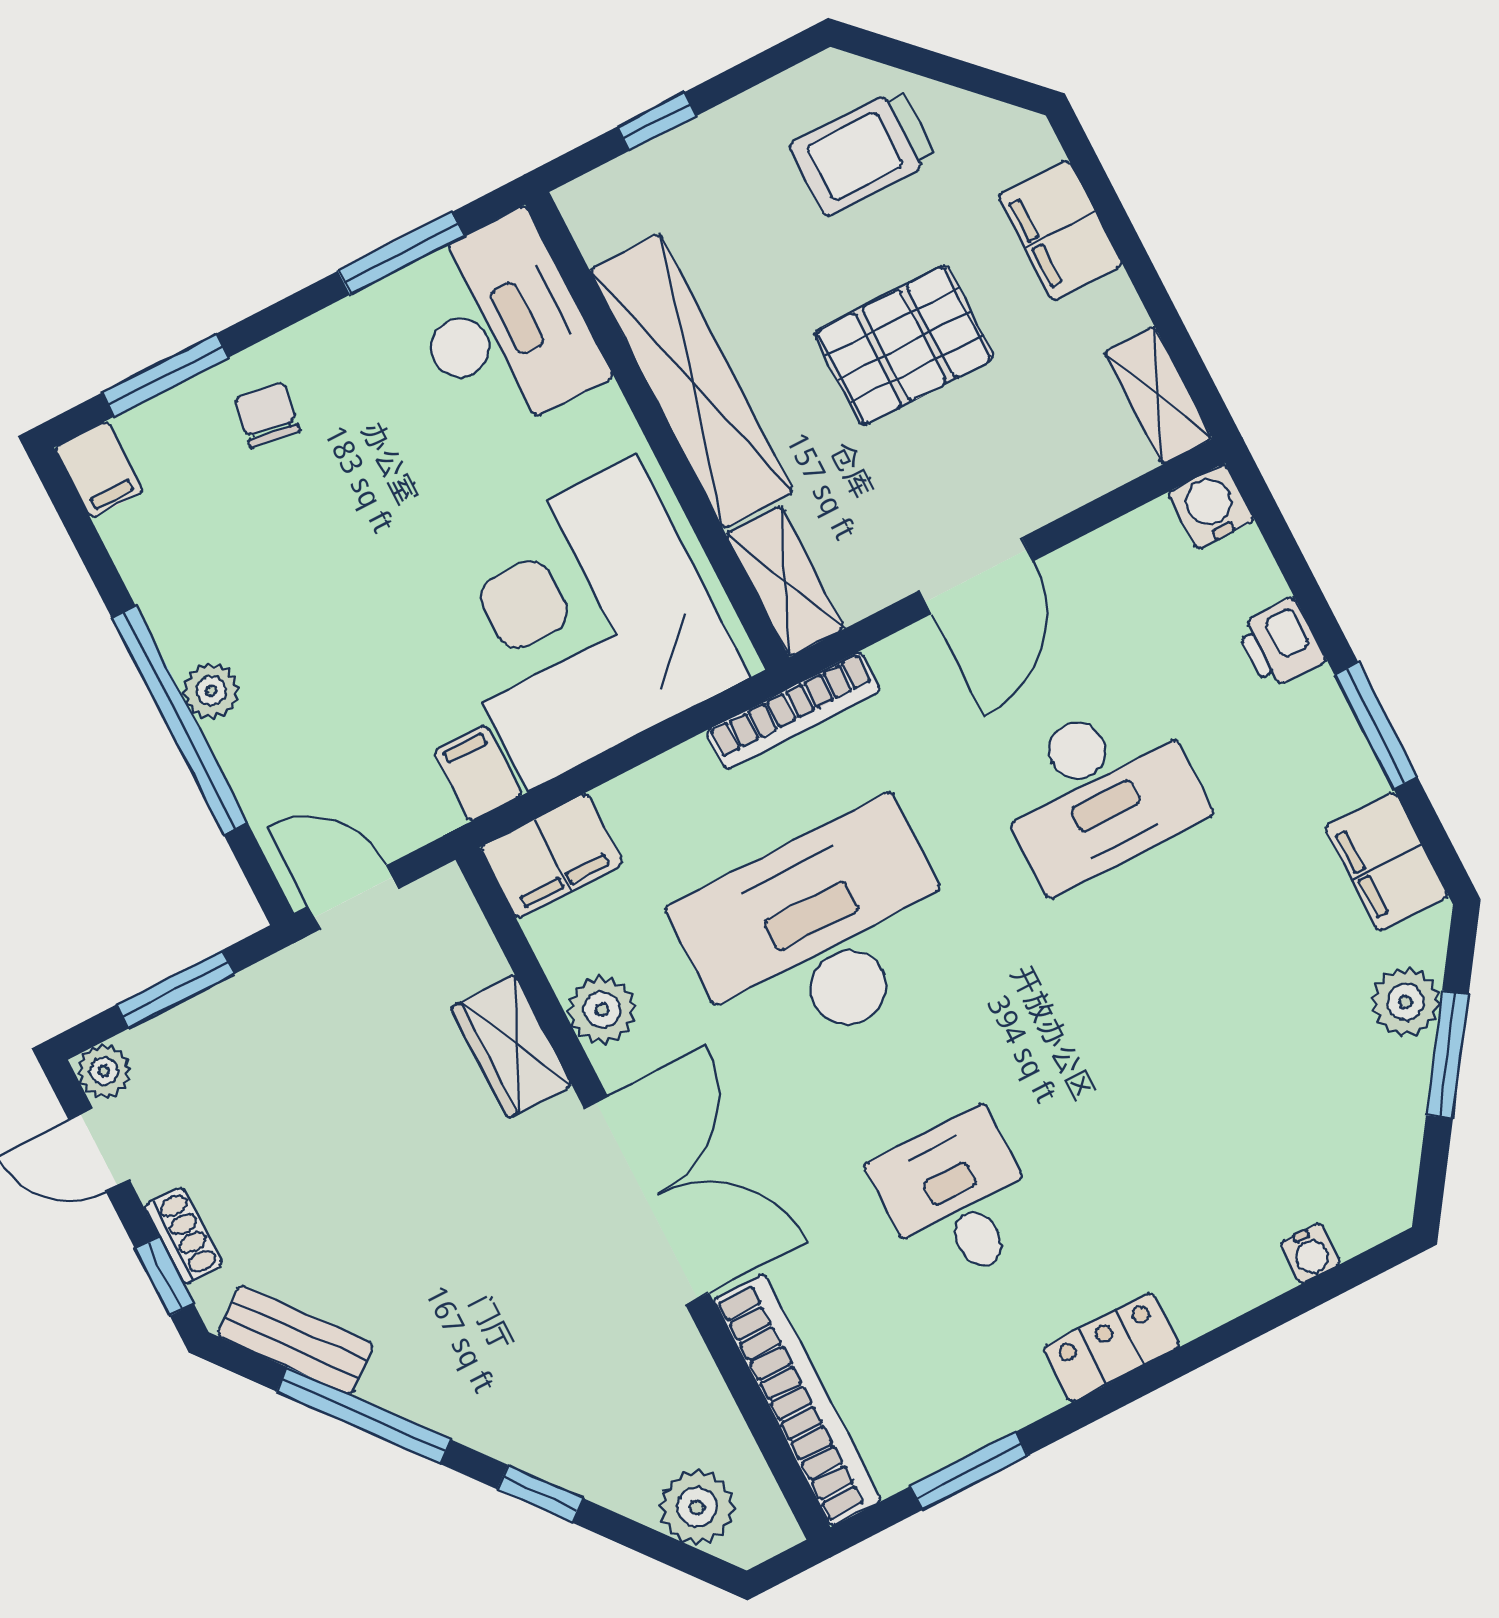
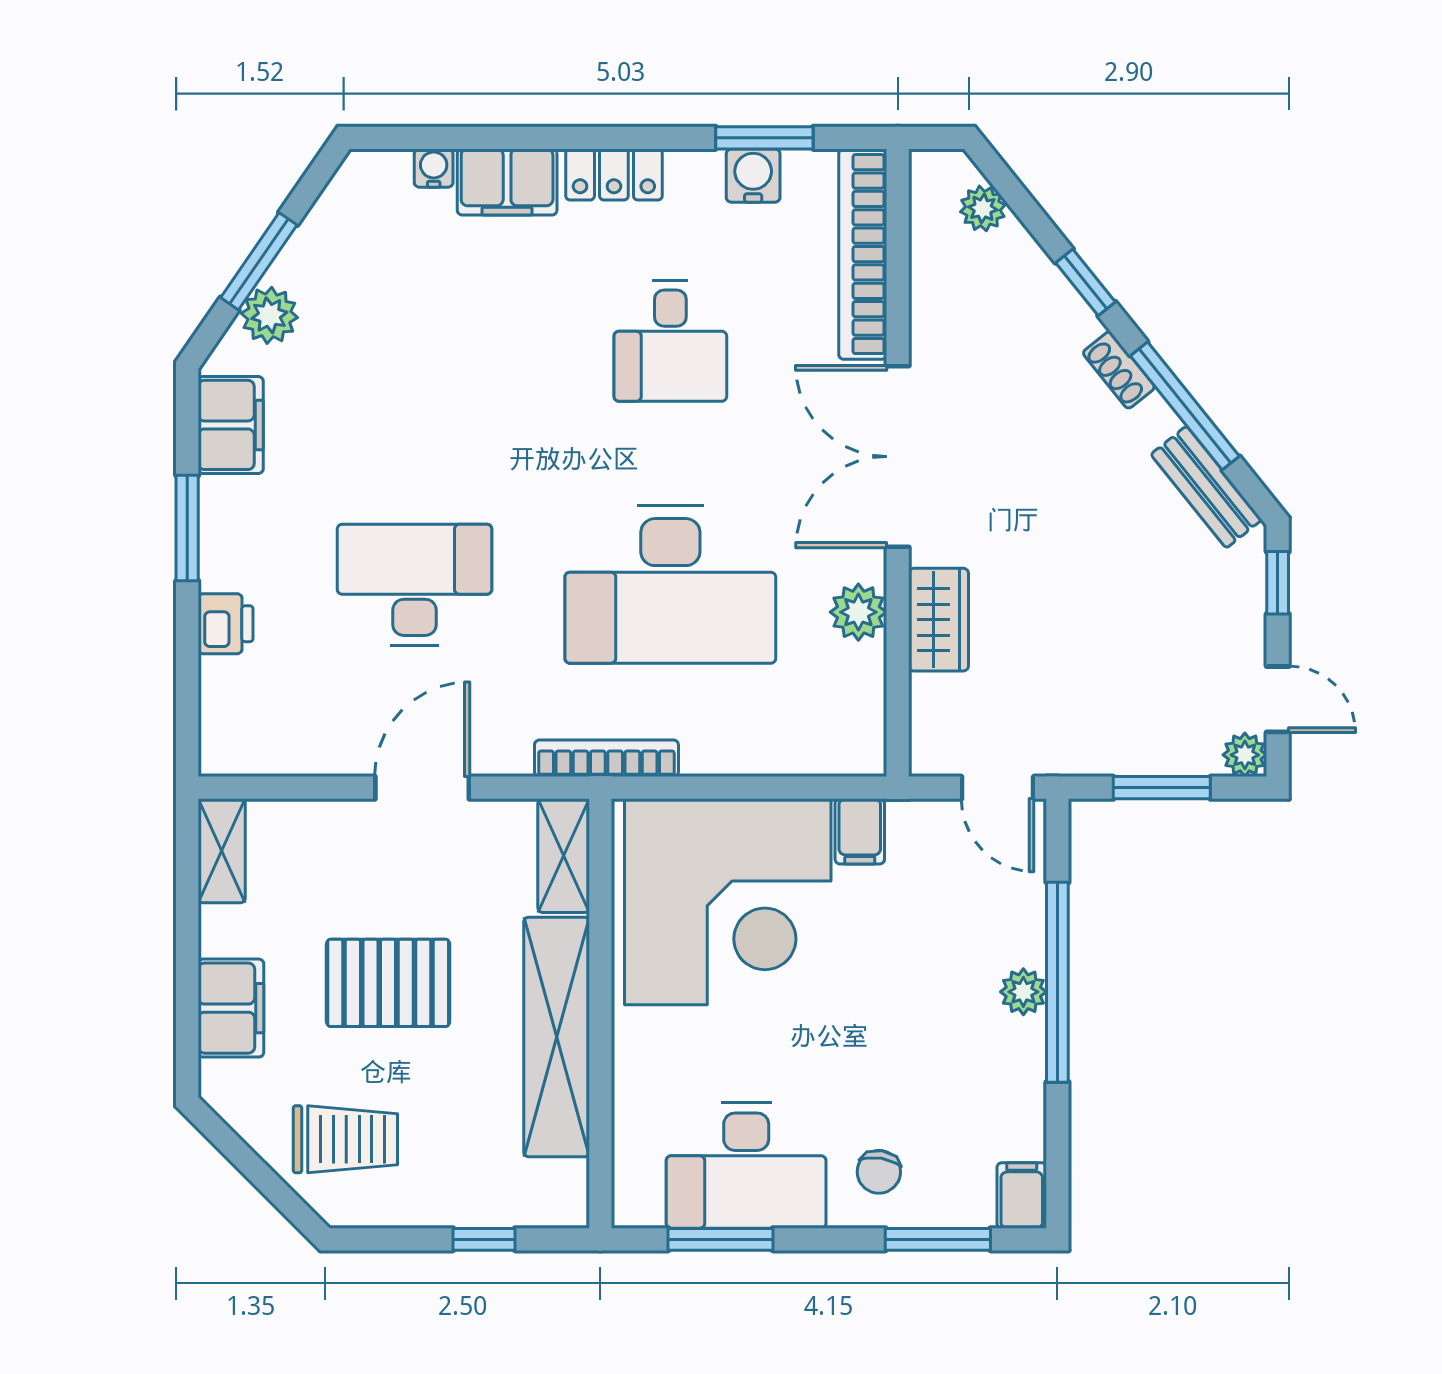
desk: (502, 326) -> (746, 1166), moved, turned -90
water cooler: (1211, 506) -> (753, 176), moved, turned 180
filing cabinet: (552, 855) -> (507, 182), moved, turned 180
shoe rack: (183, 1236) -> (1119, 370), moved, turned -39
plant: (697, 1507) -> (983, 208), width x0.73, depth x0.73

